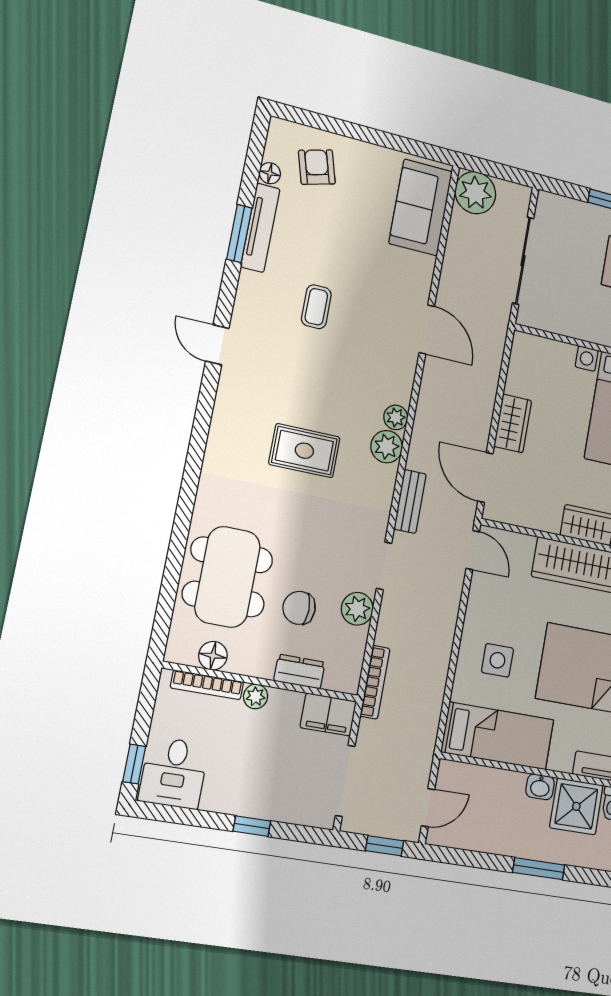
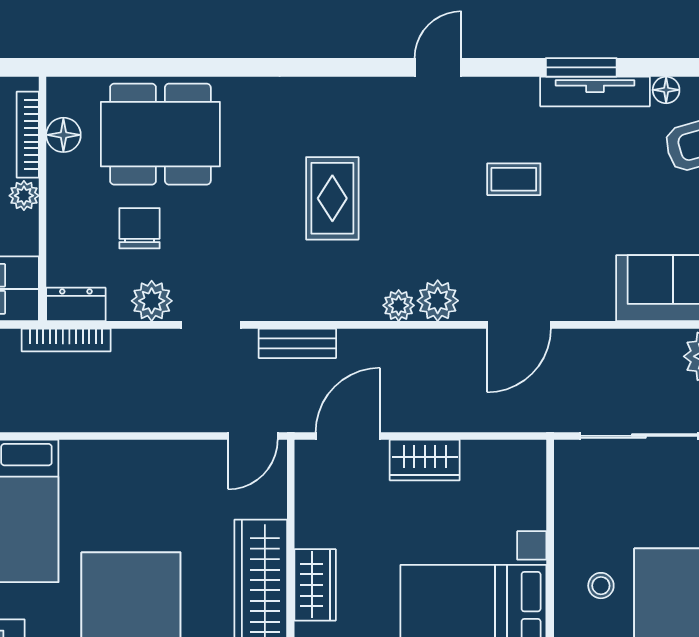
plant: (387, 447) -> (438, 301), moved
side table: (497, 660) -> (121, 494), removed
dresser: (299, 671) -> (76, 304), moved, turned -90

